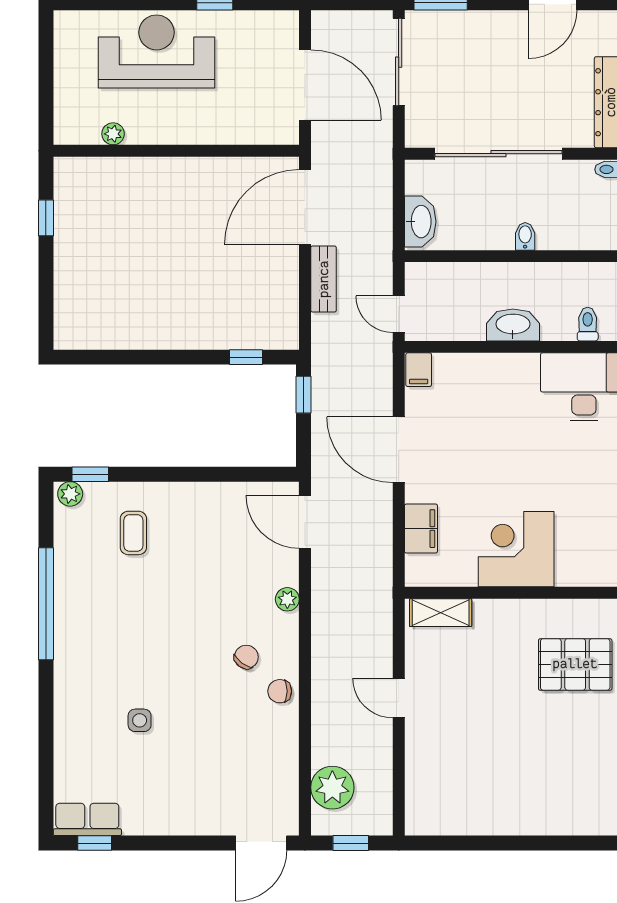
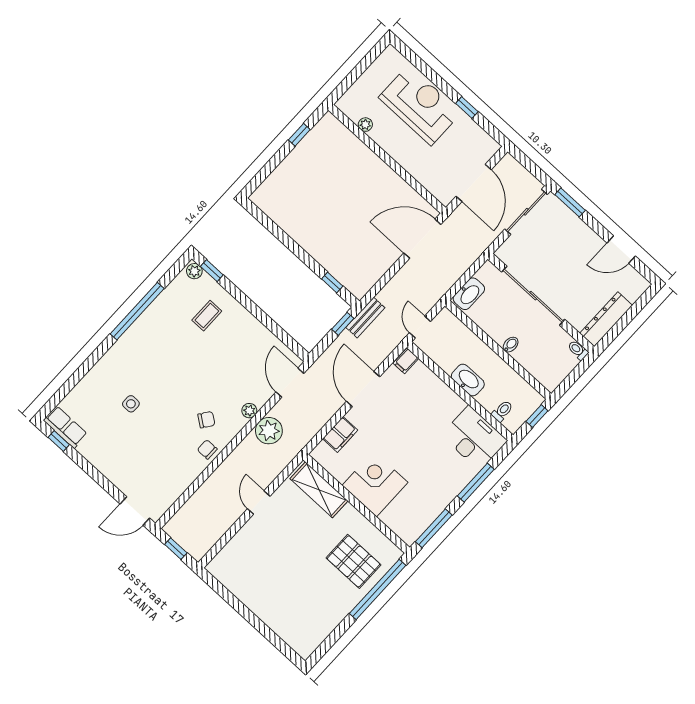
bench: (324, 279) -> (365, 318), moved
shelving: (441, 613) -> (319, 490), width x1.50, depth x1.33
plant: (332, 788) -> (269, 431), moved

